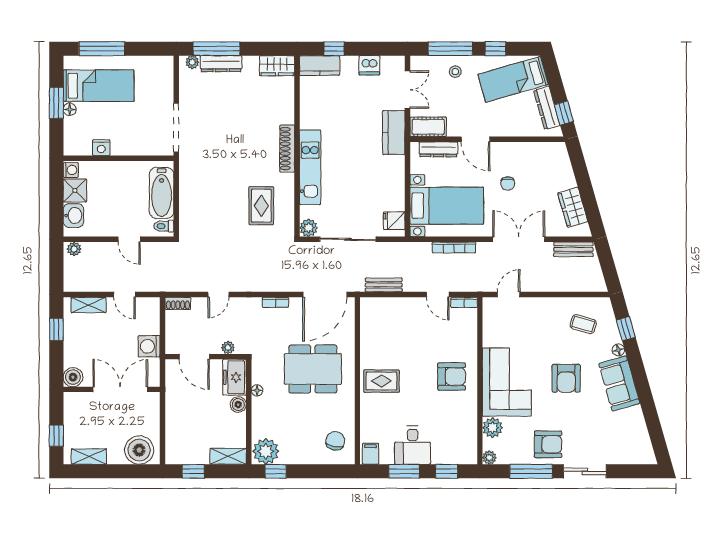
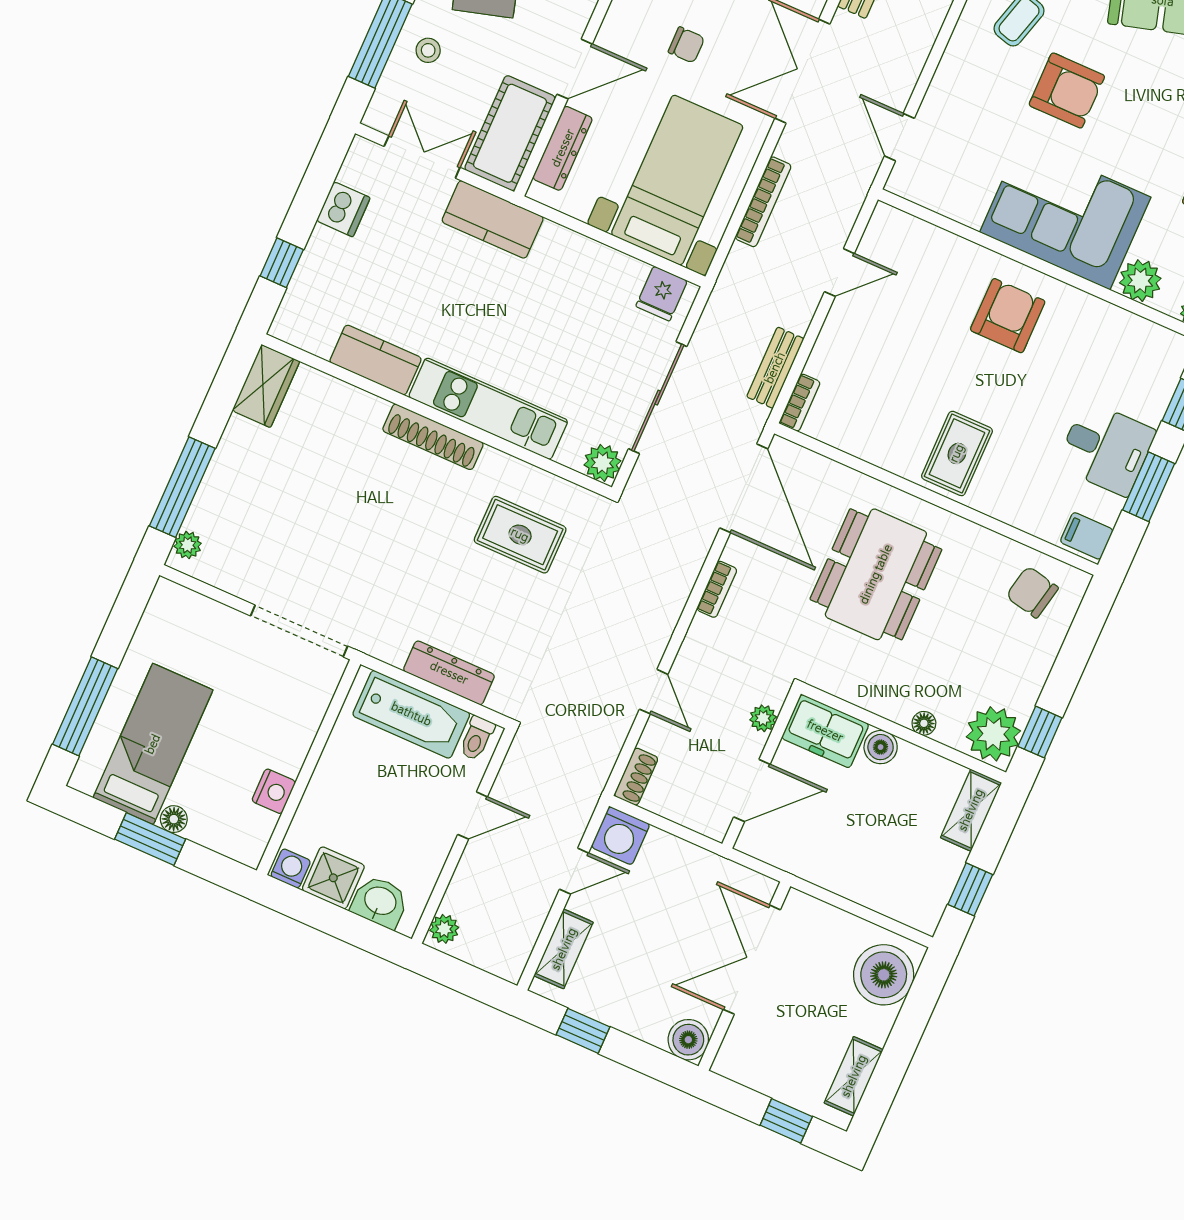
dresser: (221, 64) -> (449, 673), moved, turned -90
kitchen counter: (320, 66) -> (376, 360), moved, turned -90
cot: (428, 127) -> (510, 133), width x1.37, depth x1.34
bookcase: (464, 302) -> (800, 403), moved
washing machine: (149, 346) -> (620, 836), moved
armchair: (566, 378) -> (1067, 91), moved
floor lamp: (257, 390) -> (924, 723), moved

